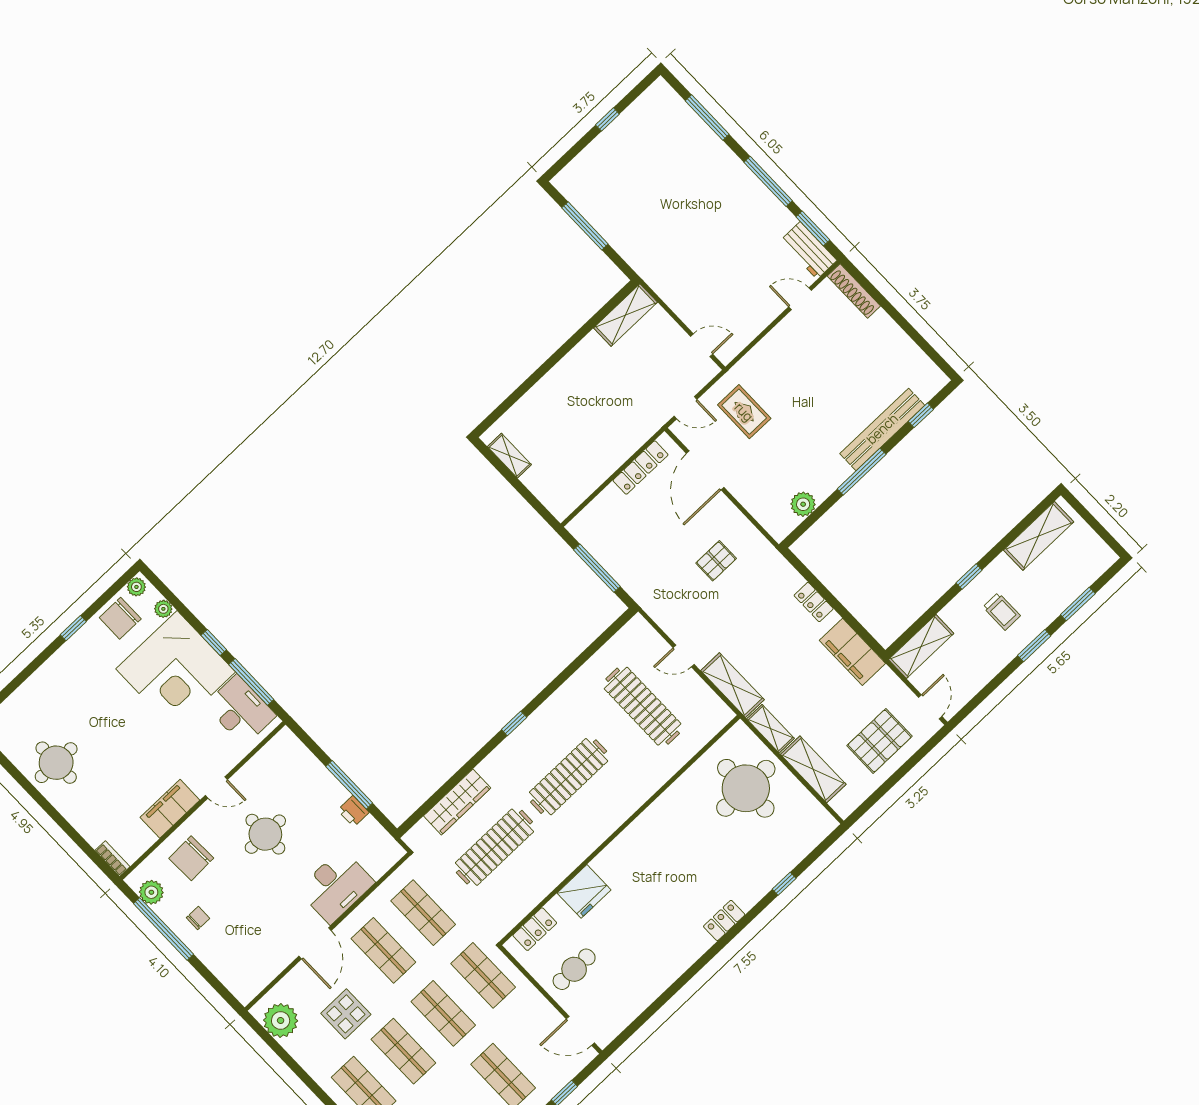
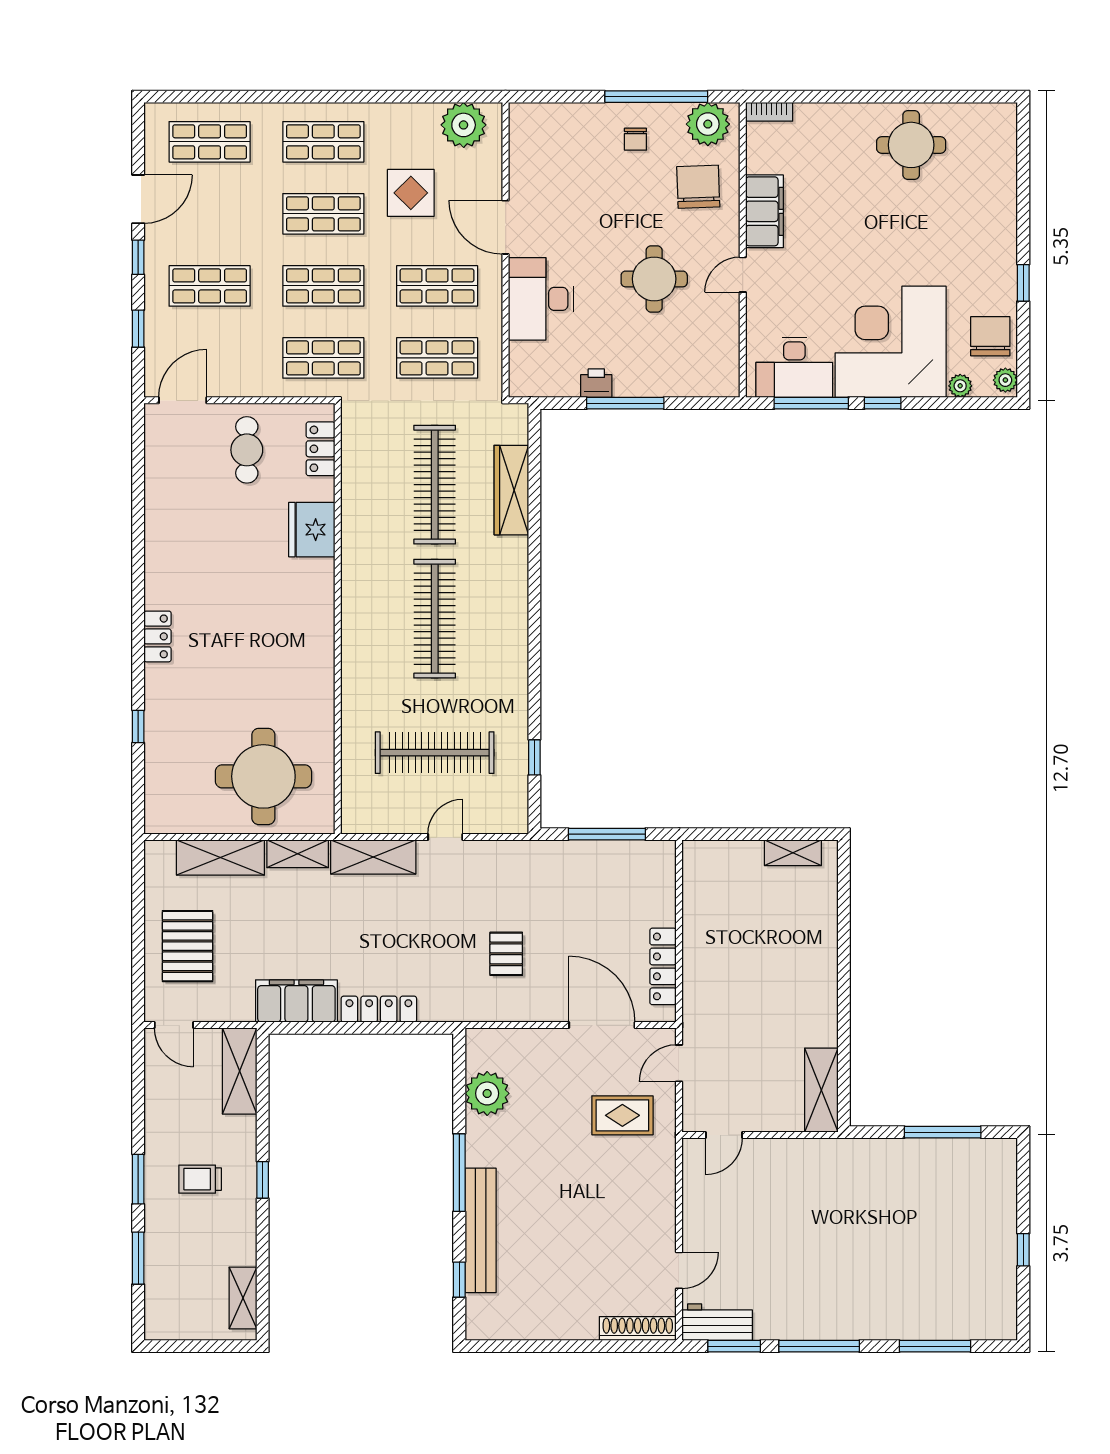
plant: (803, 504) -> (487, 1093), width x1.36, depth x1.36
shelving: (1039, 536) -> (243, 1298), width x0.67, depth x0.75
locker: (814, 602) -> (379, 1009), width x1.53
window: (514, 723) -> (534, 757), moved
plant: (151, 892) -> (708, 124), width x1.36, depth x1.36

